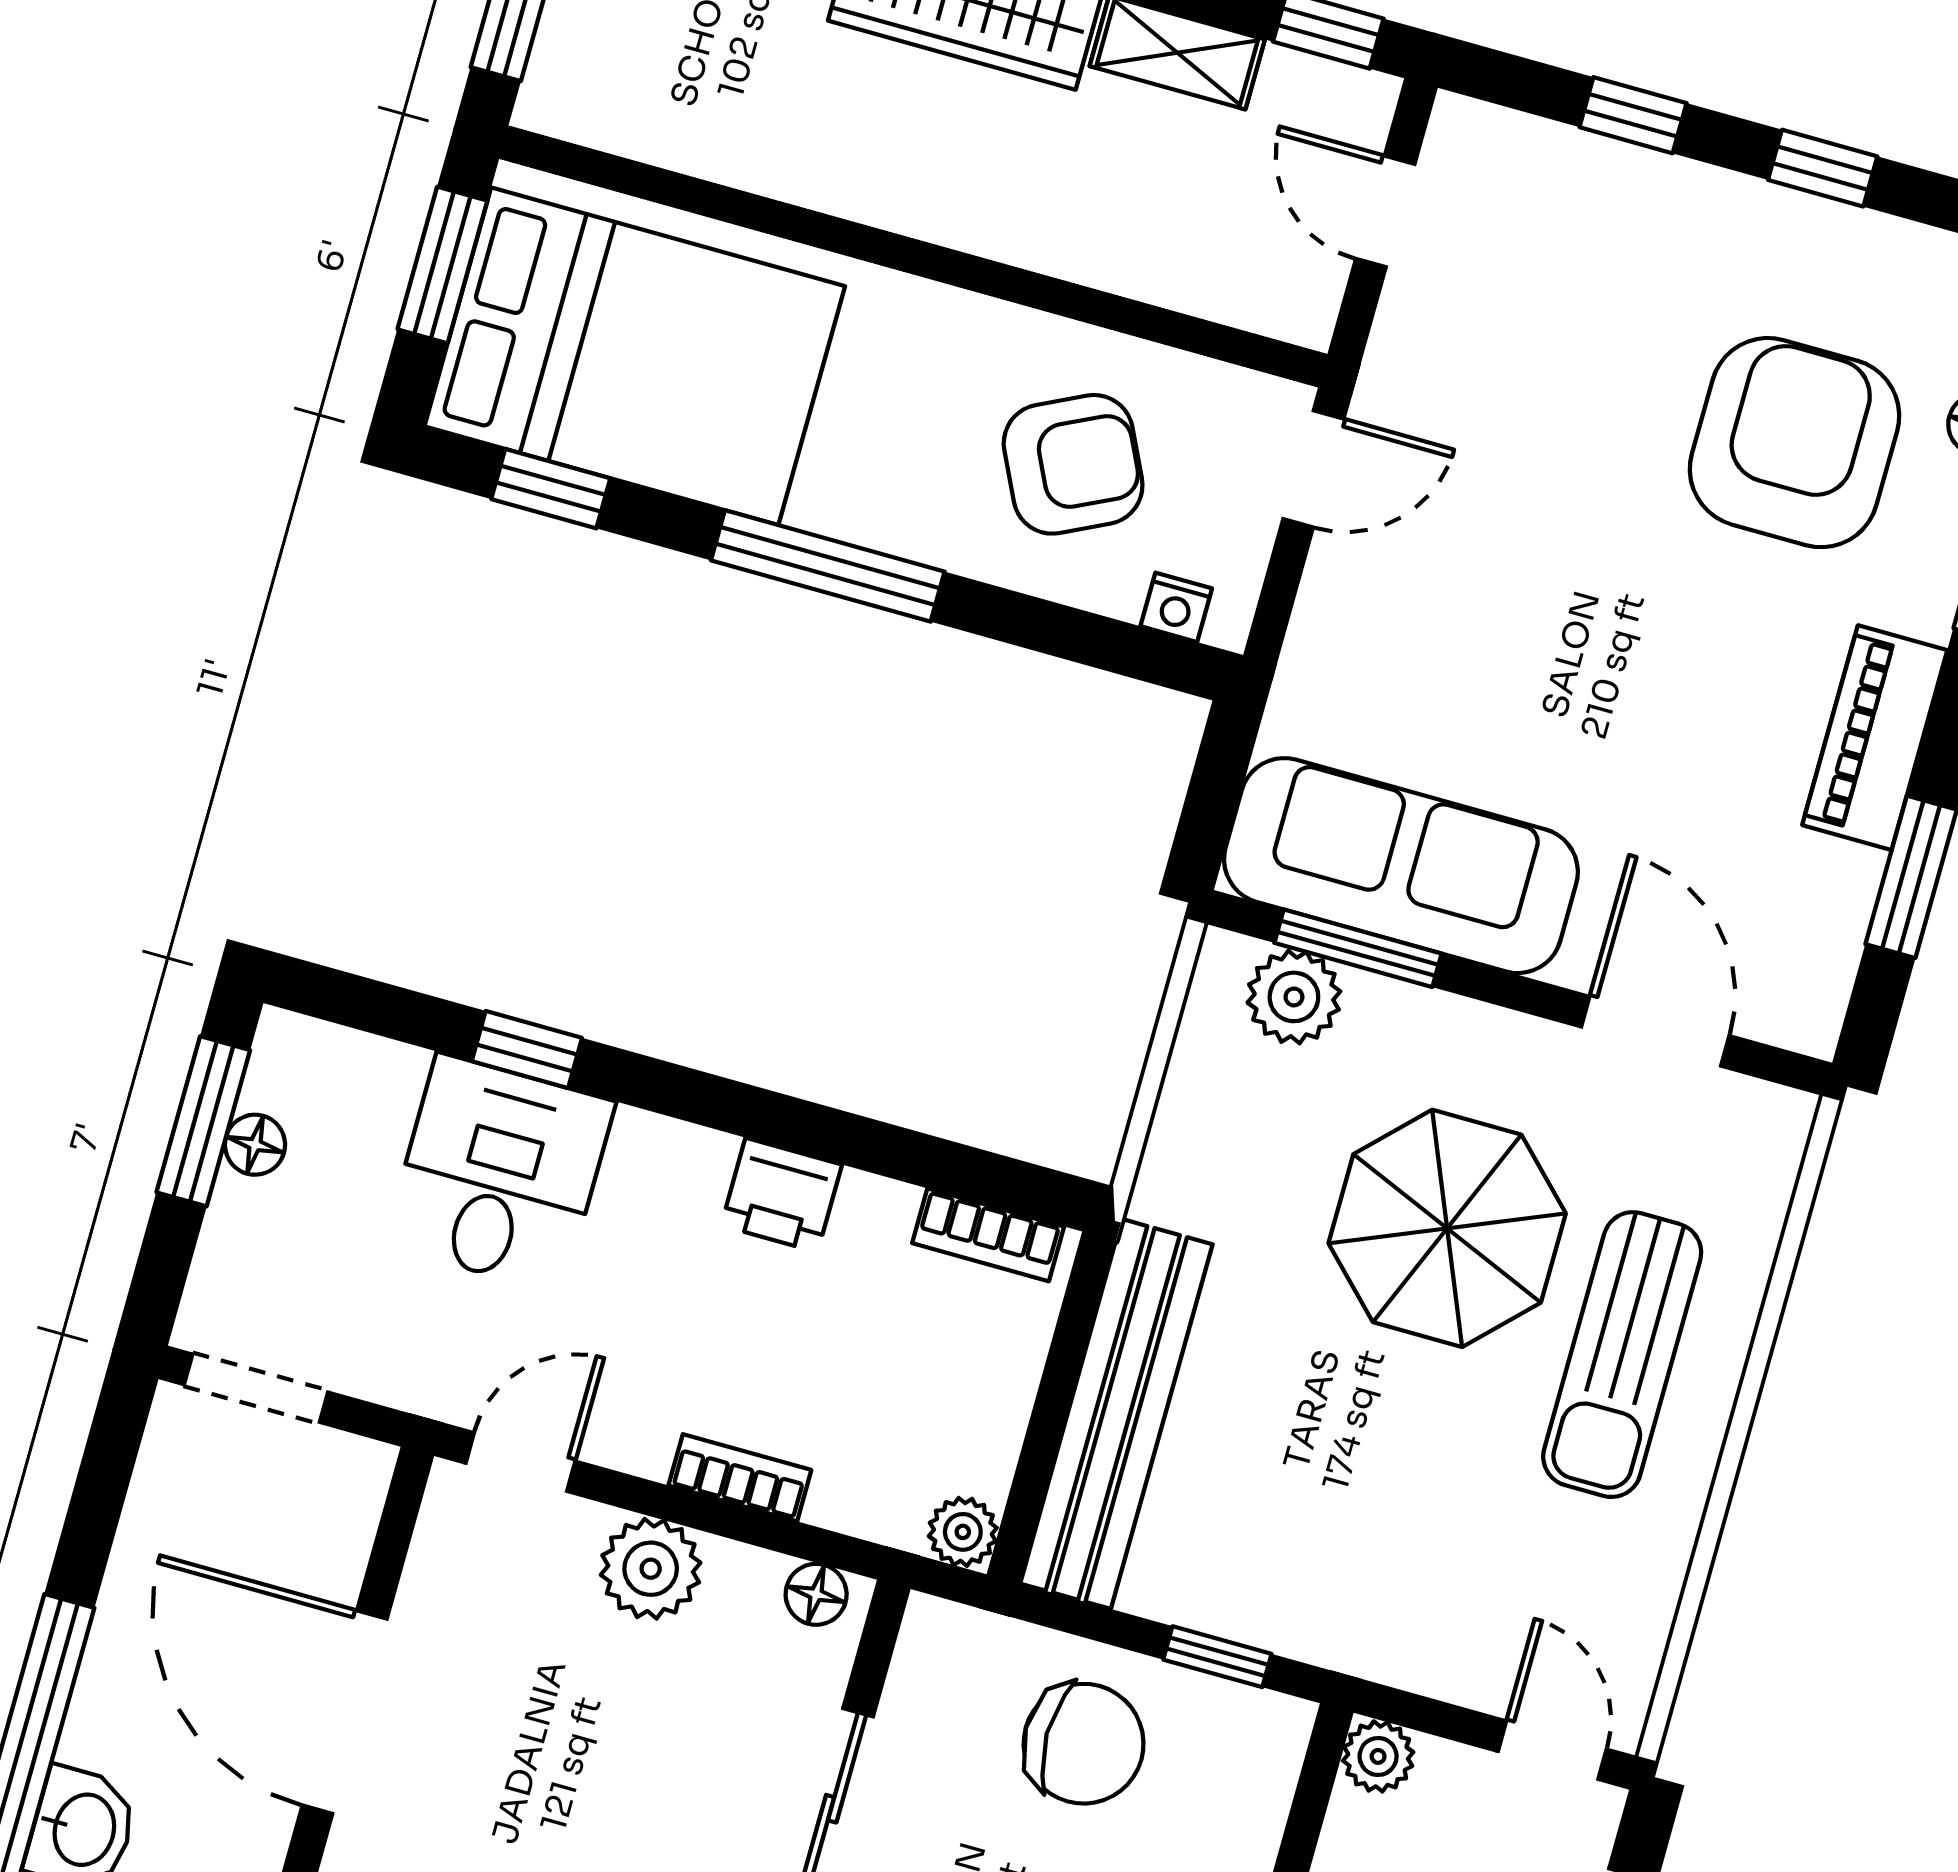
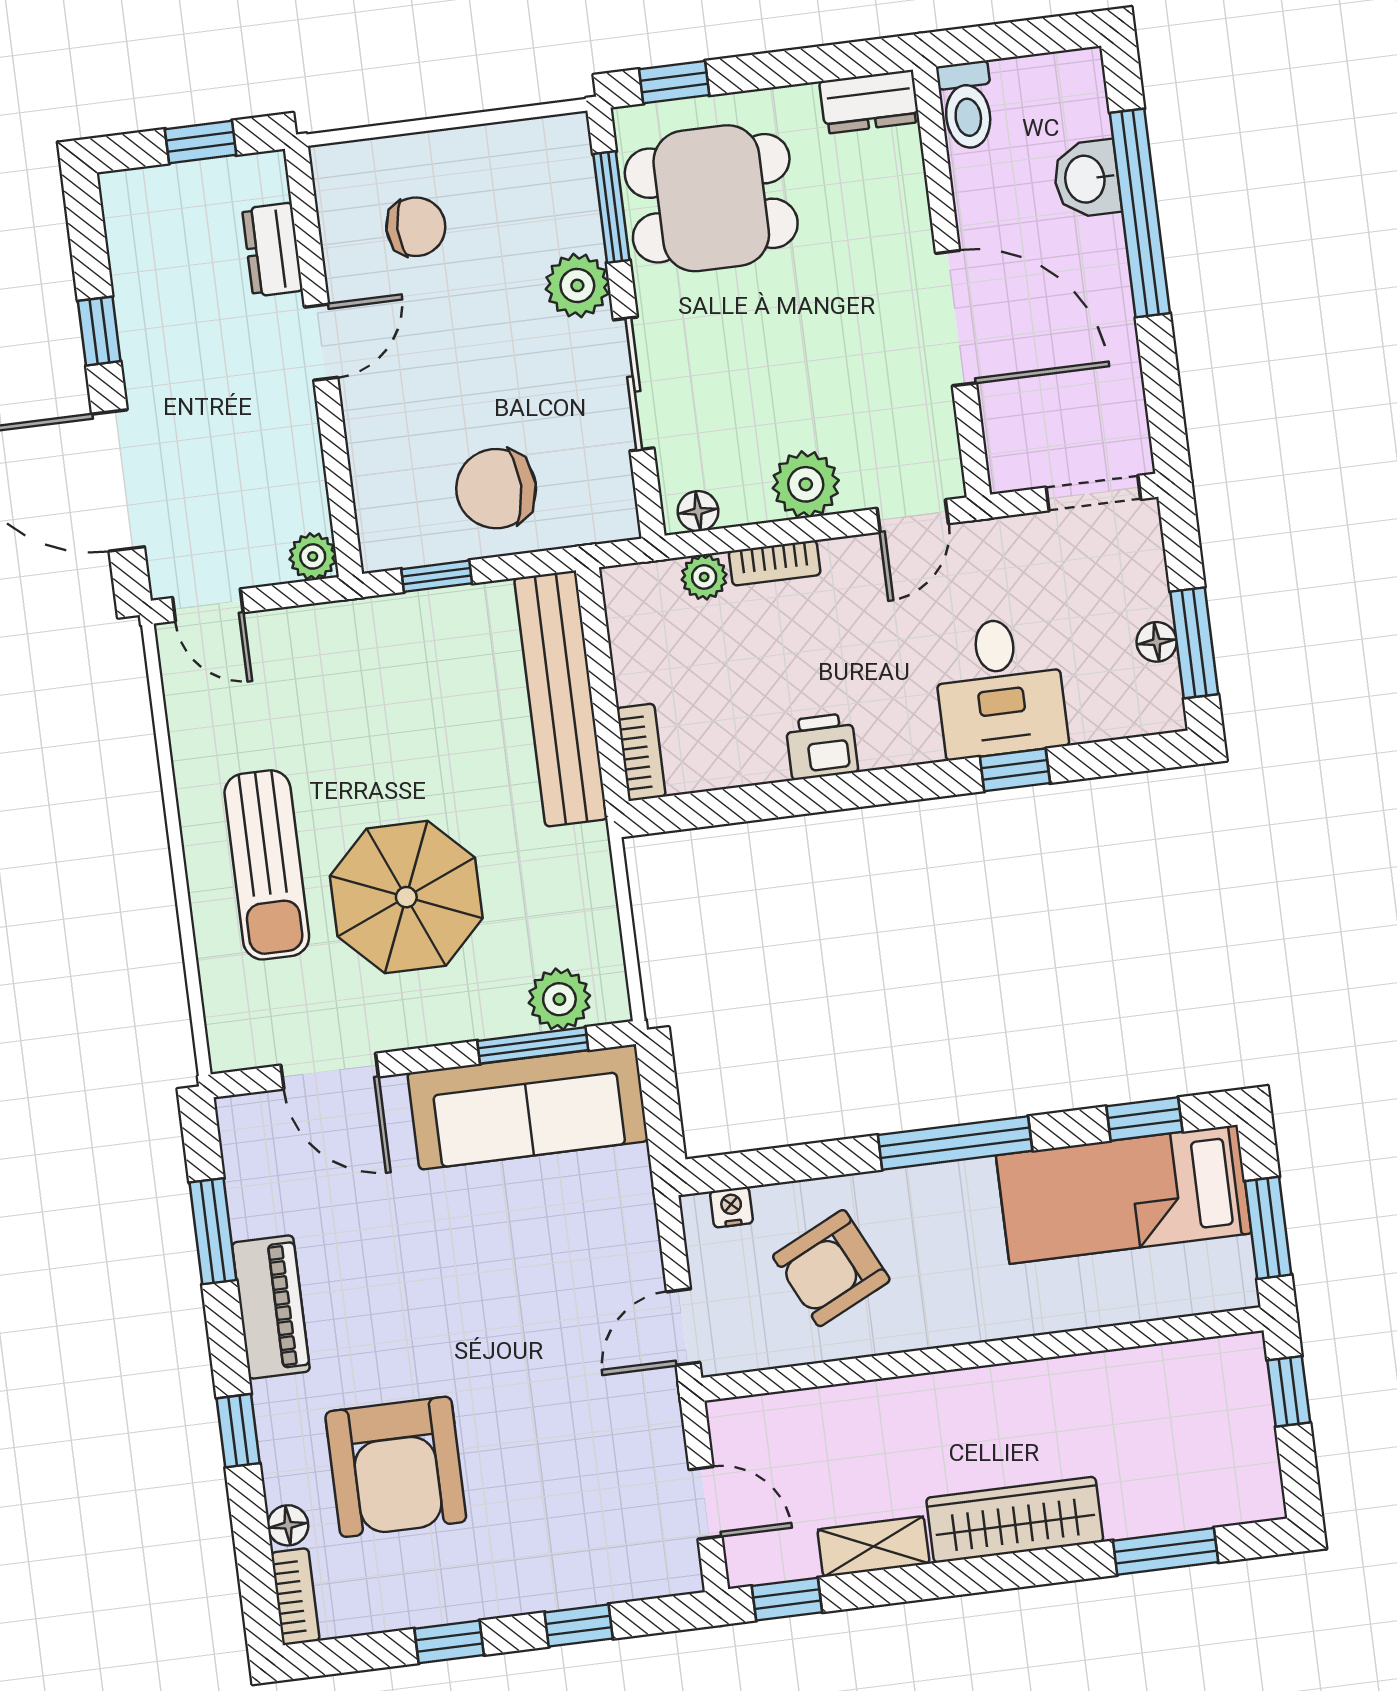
bed: (635, 356) -> (1124, 1194), width x0.67
bookcase: (988, 1235) -> (641, 752), moved, turned 90
sun lounger: (1622, 1355) -> (267, 865), turned 180
plant: (963, 1532) -> (704, 577), moved

